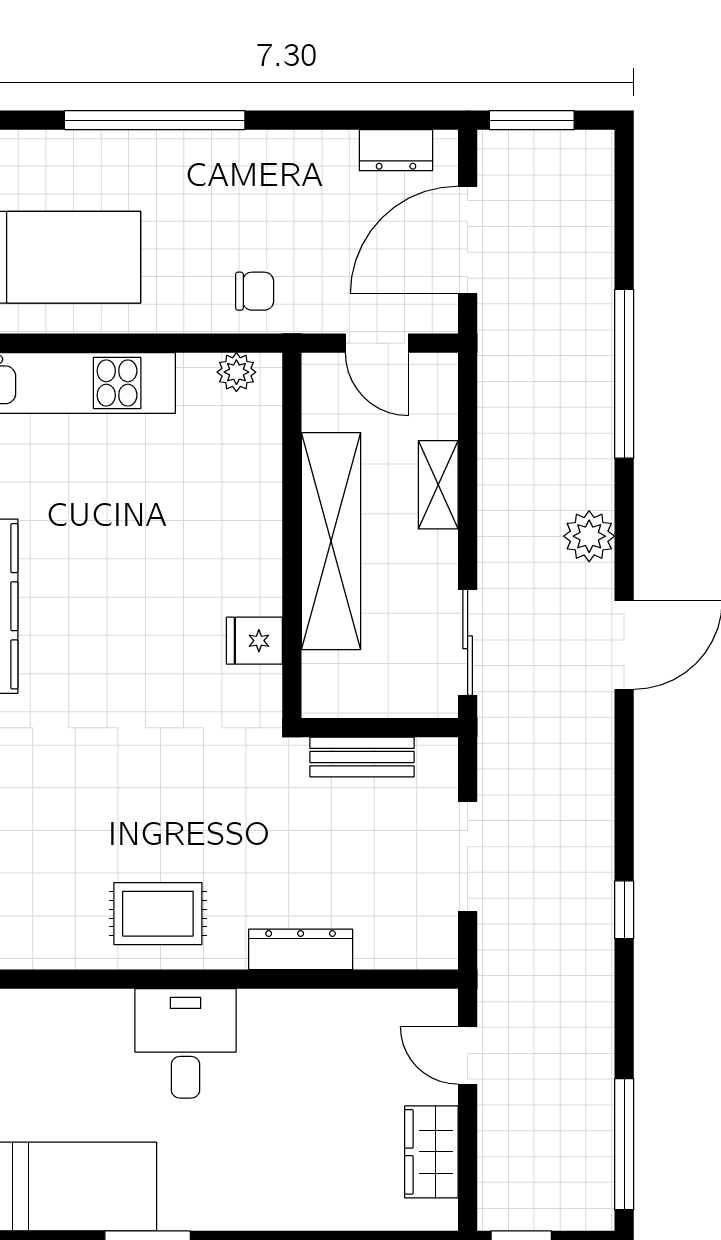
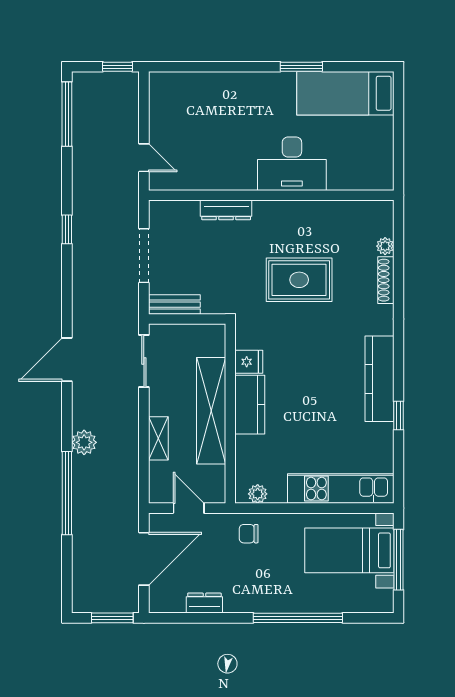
dresser: (396, 150) -> (204, 603), moved
plant: (589, 536) -> (84, 442), moved
kitchen counter: (252, 553) -> (250, 405), added
bench: (362, 757) -> (174, 305), moved
rug: (158, 914) -> (299, 280), moved, width x1.36, depth x1.43
desk: (185, 1043) -> (292, 164), width x1.37
wardrobe: (431, 1152) -> (162, 110), removed

